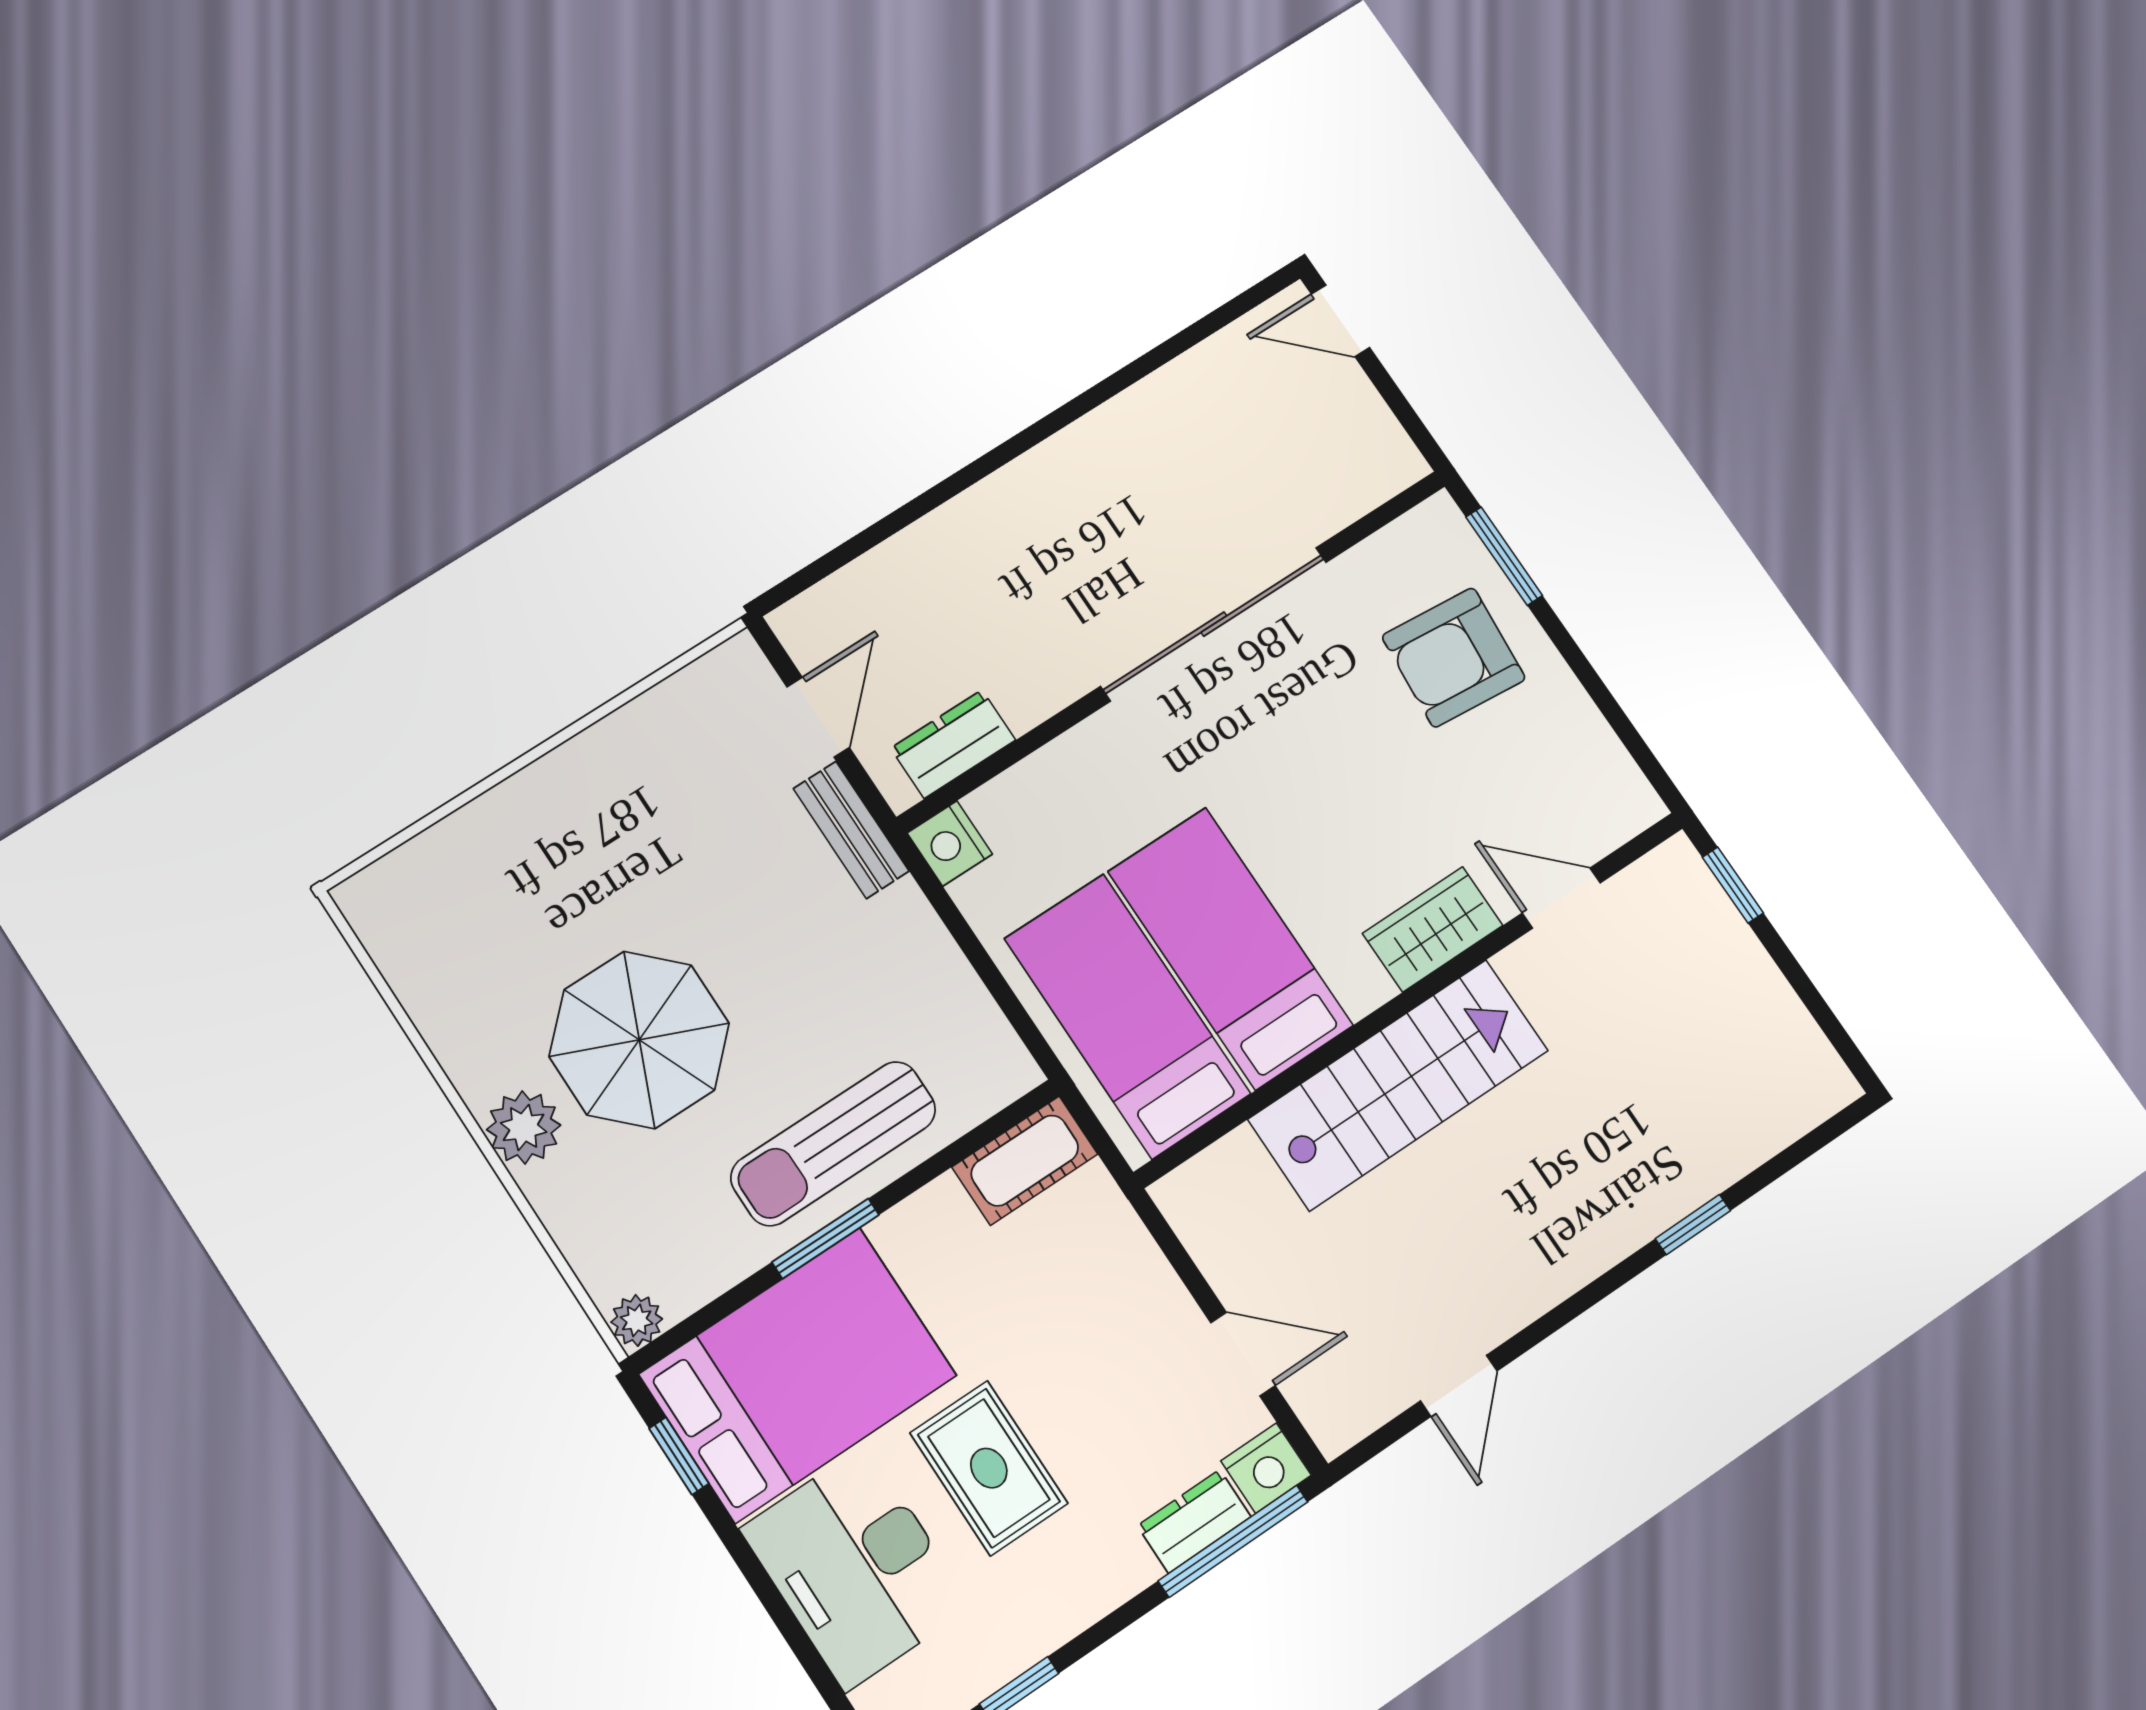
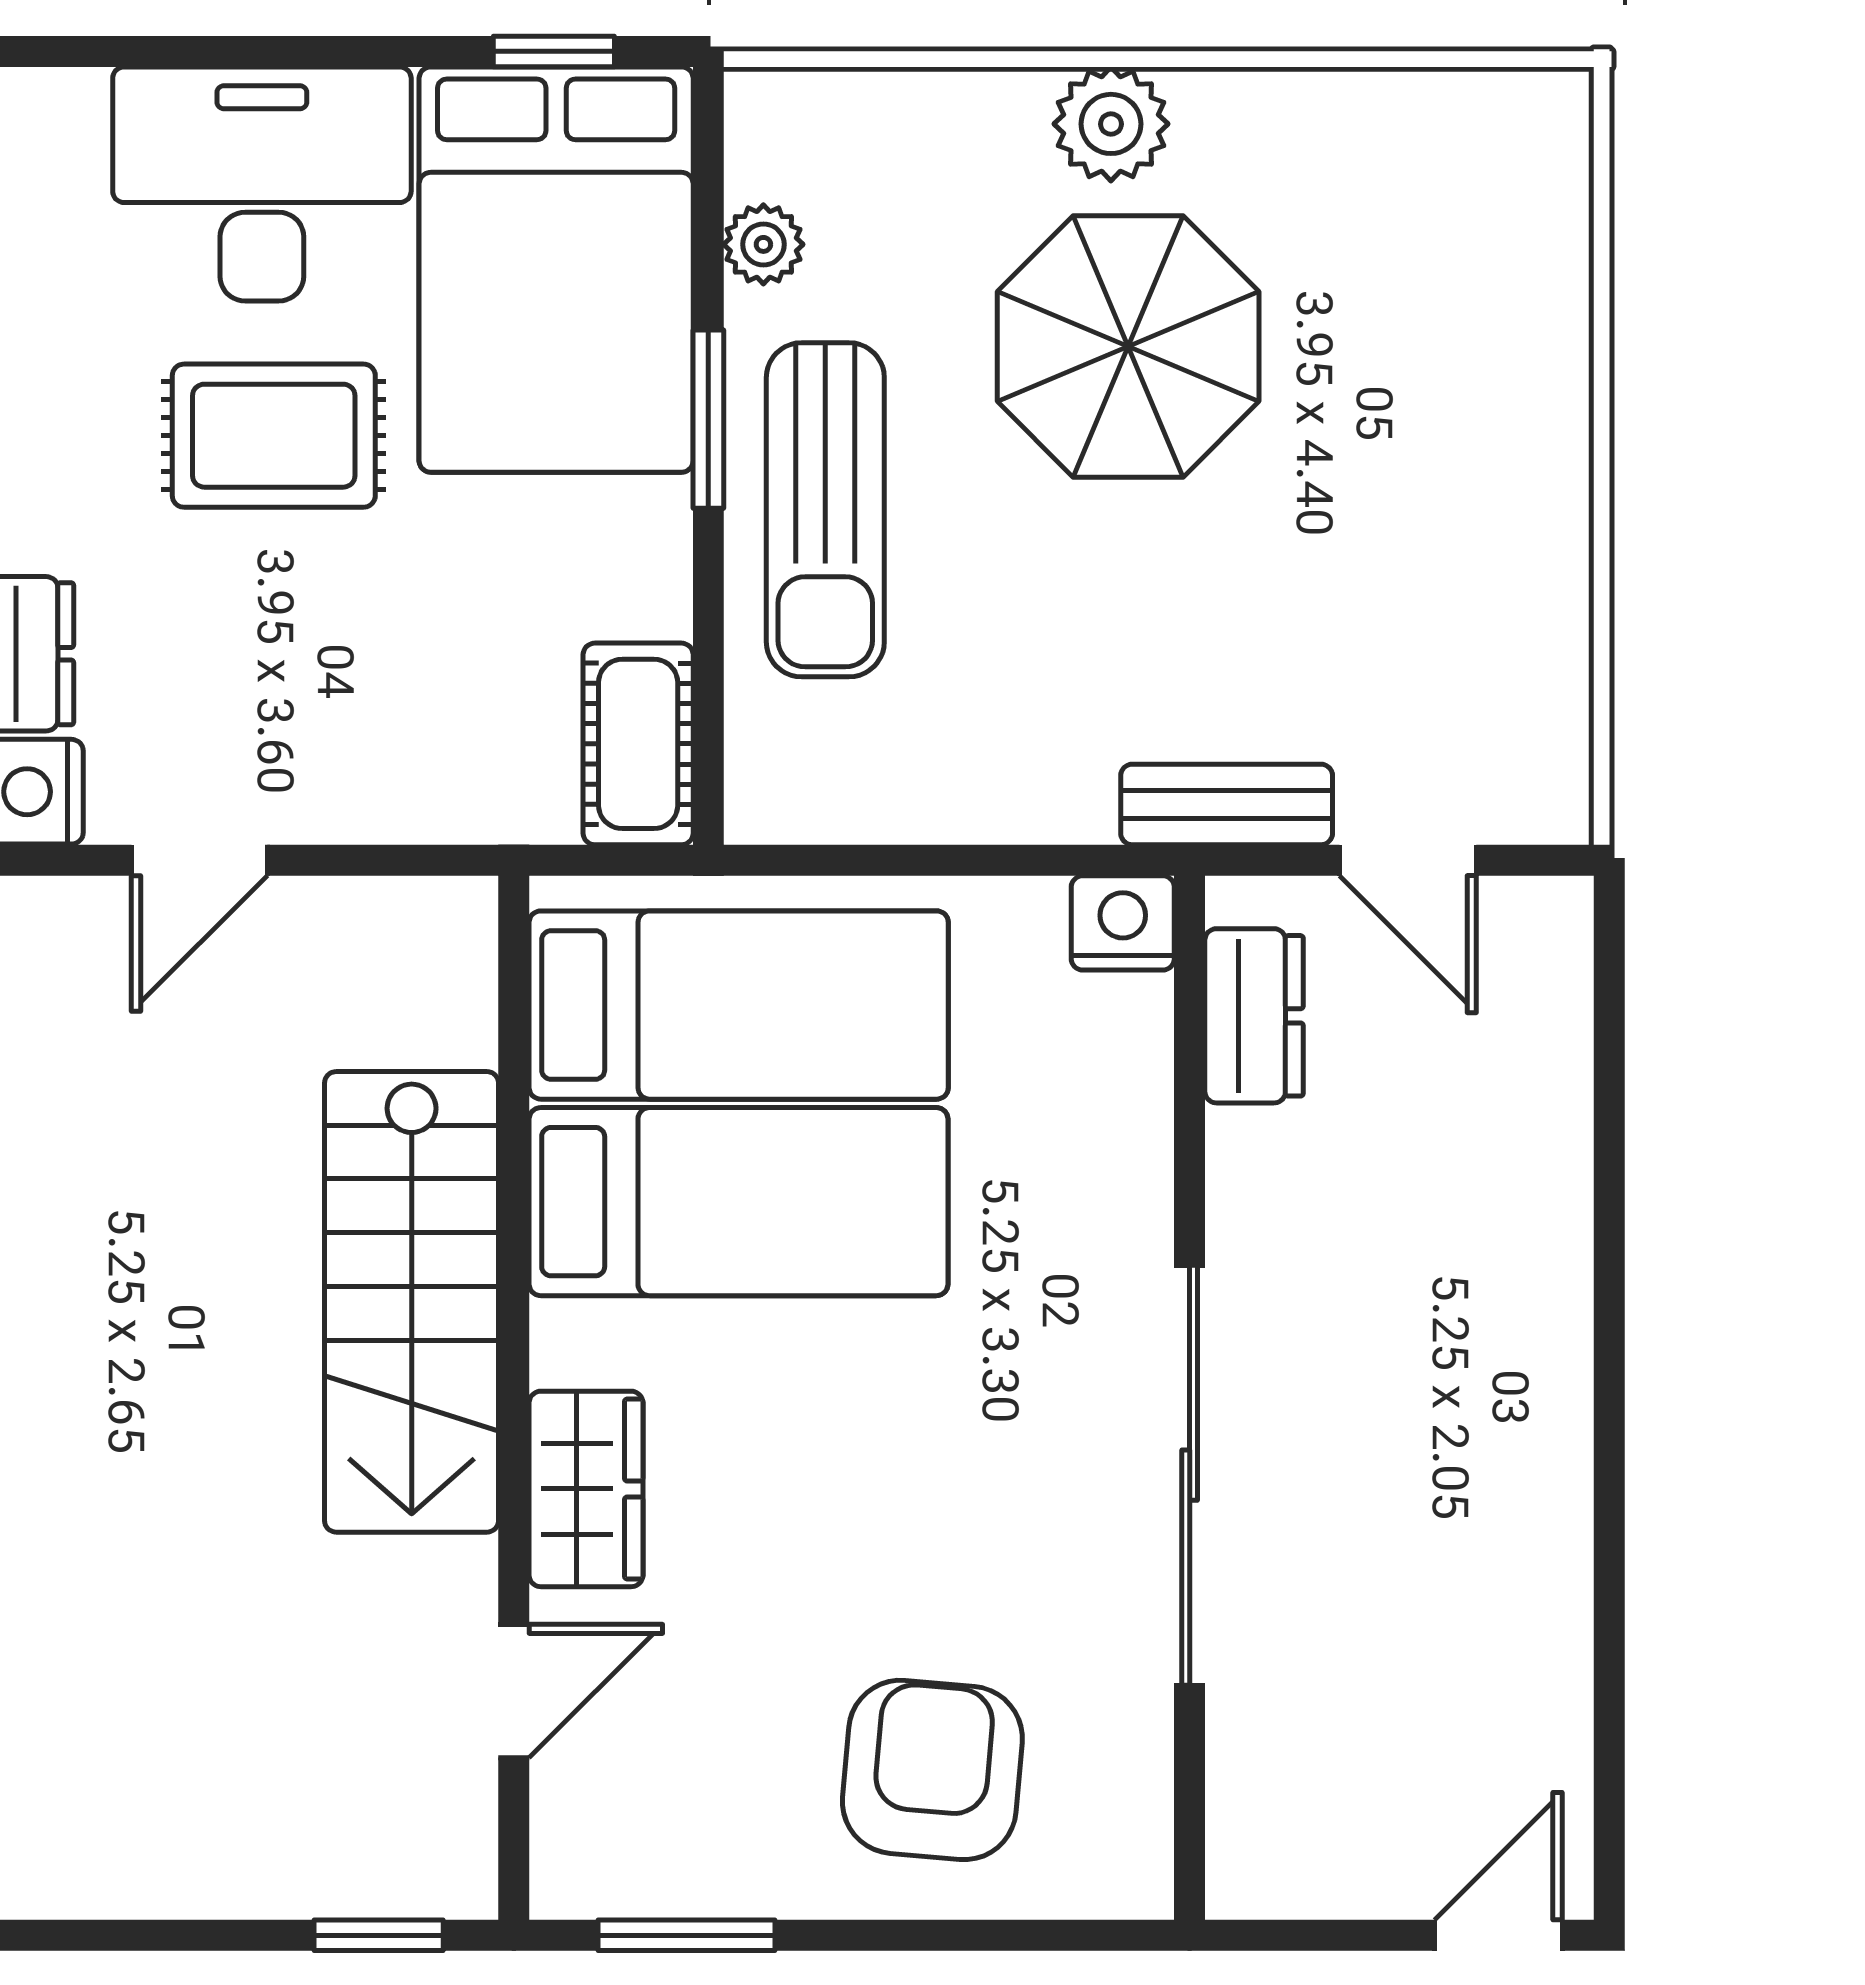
window: (1504, 556) -> (687, 1935), moved
sun lounger: (833, 1144) -> (825, 510), turned 180
plant: (637, 1320) -> (763, 244), moved

